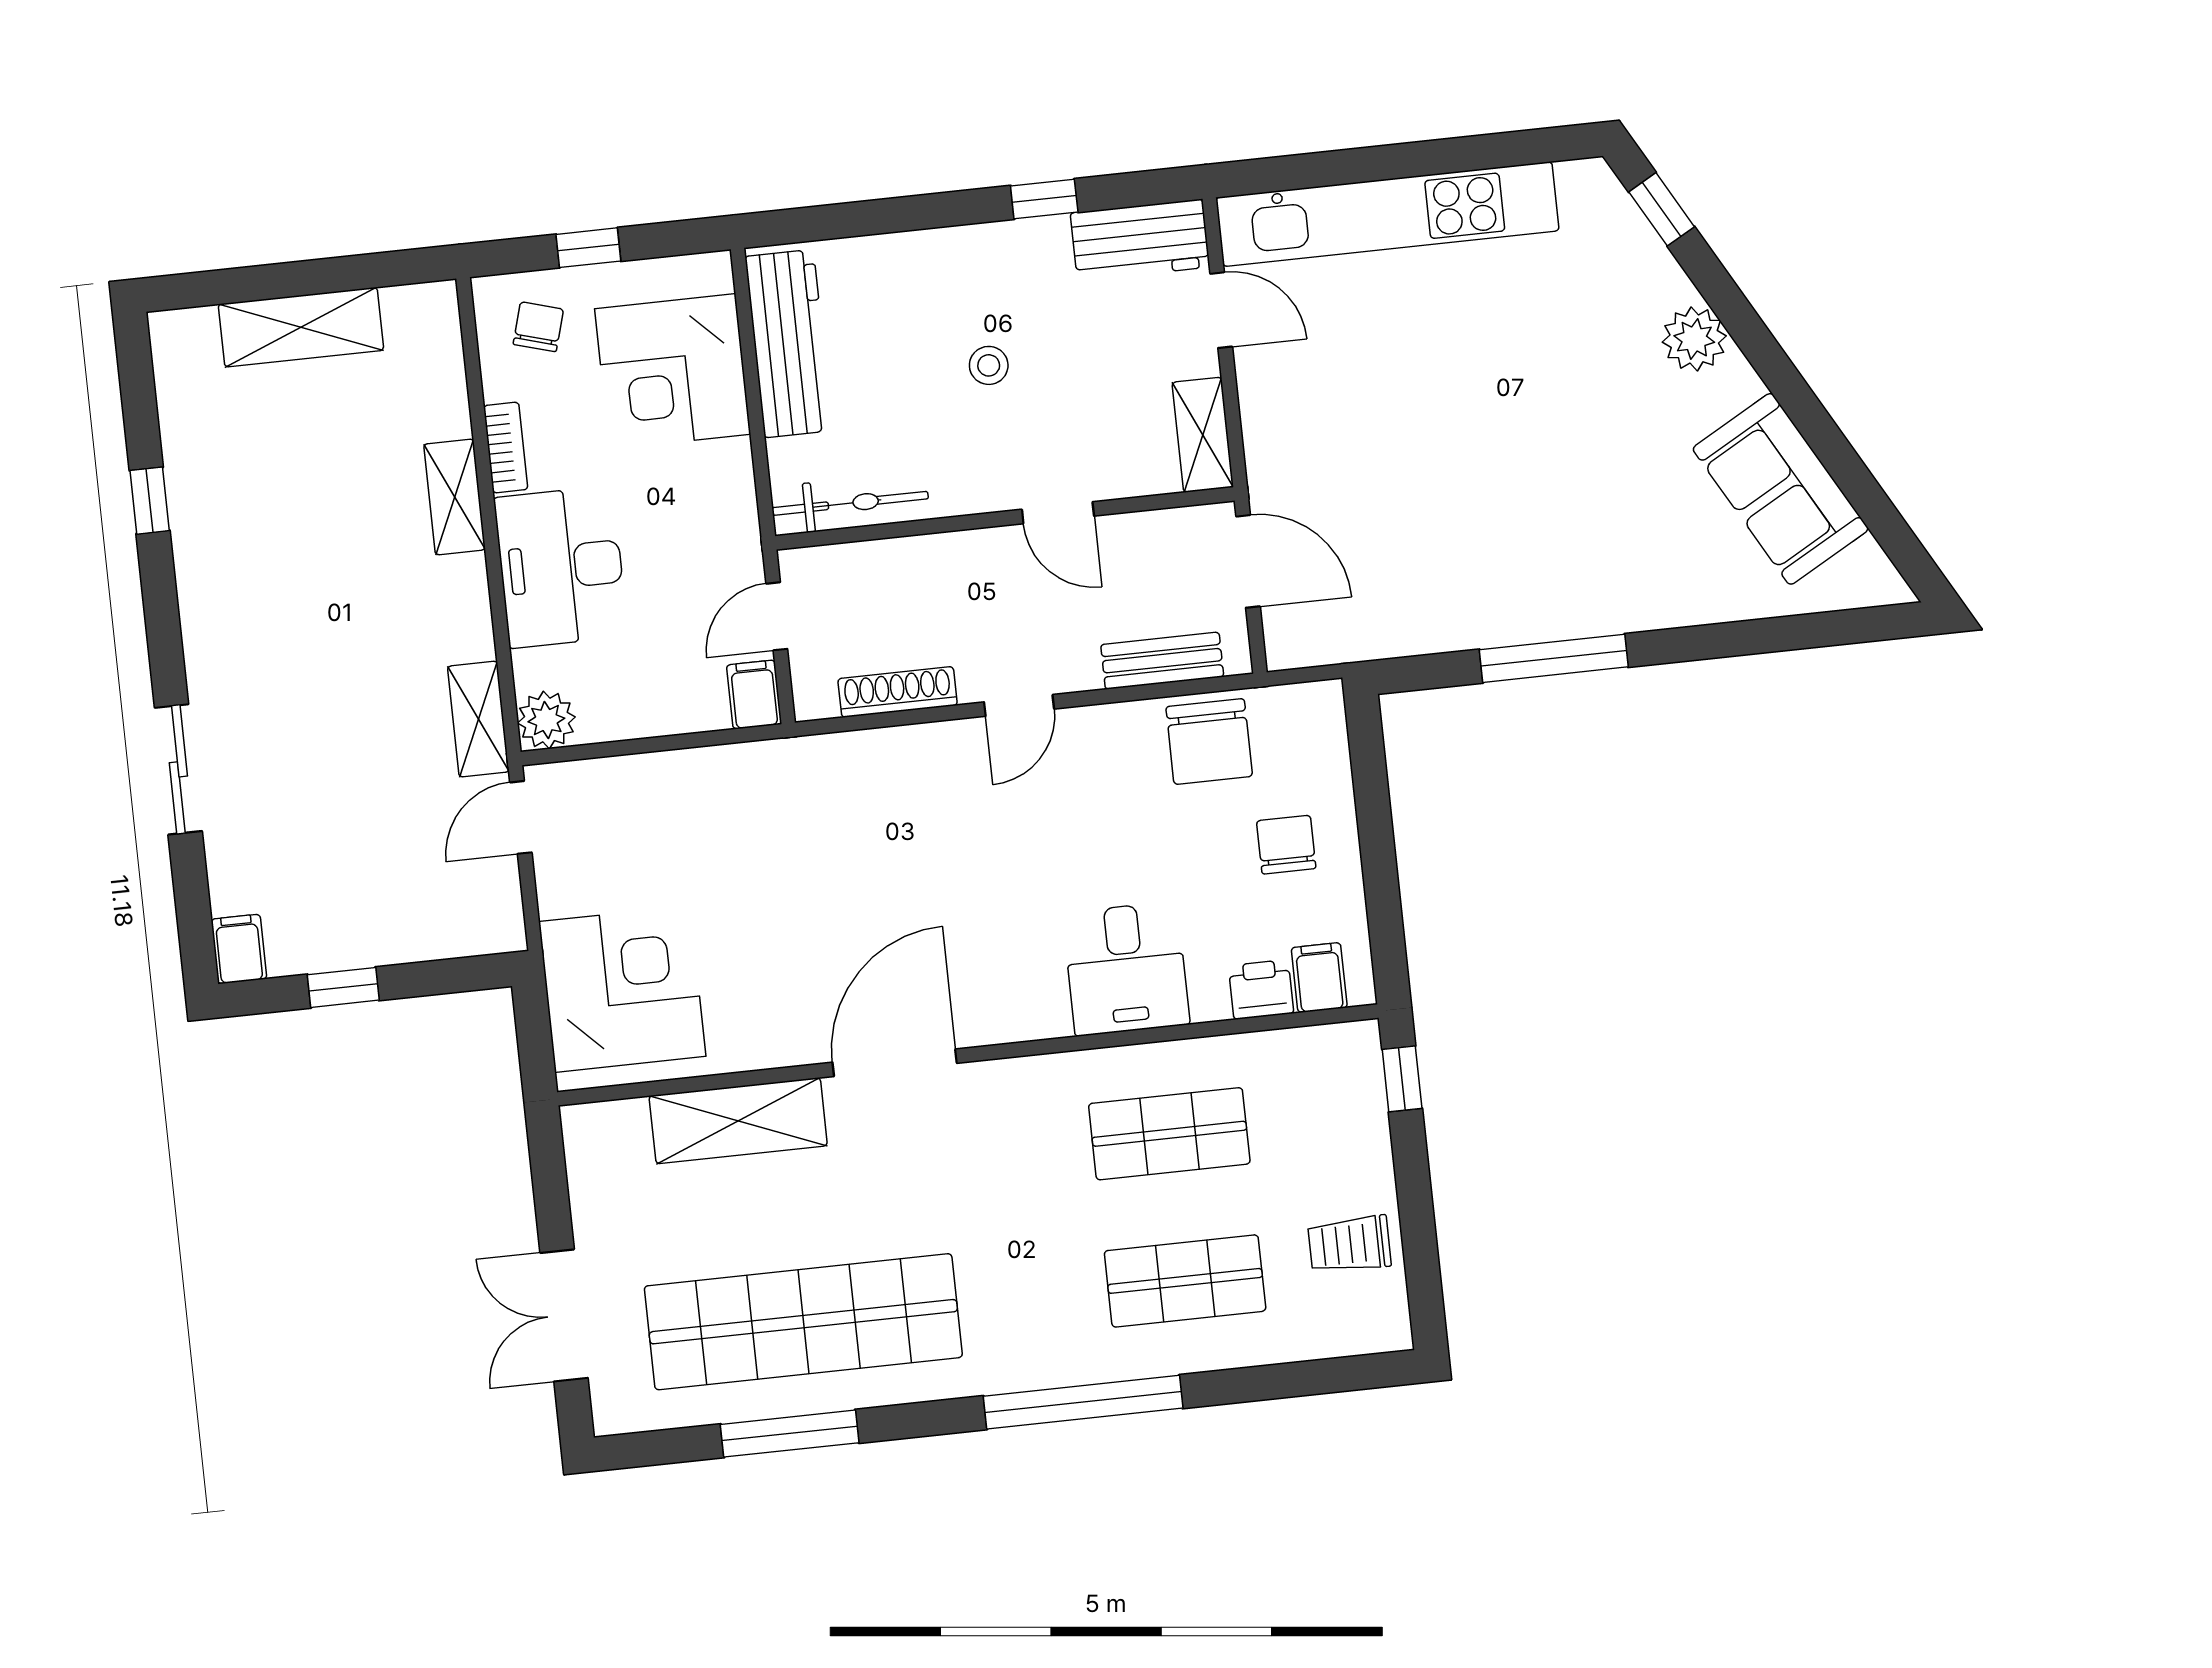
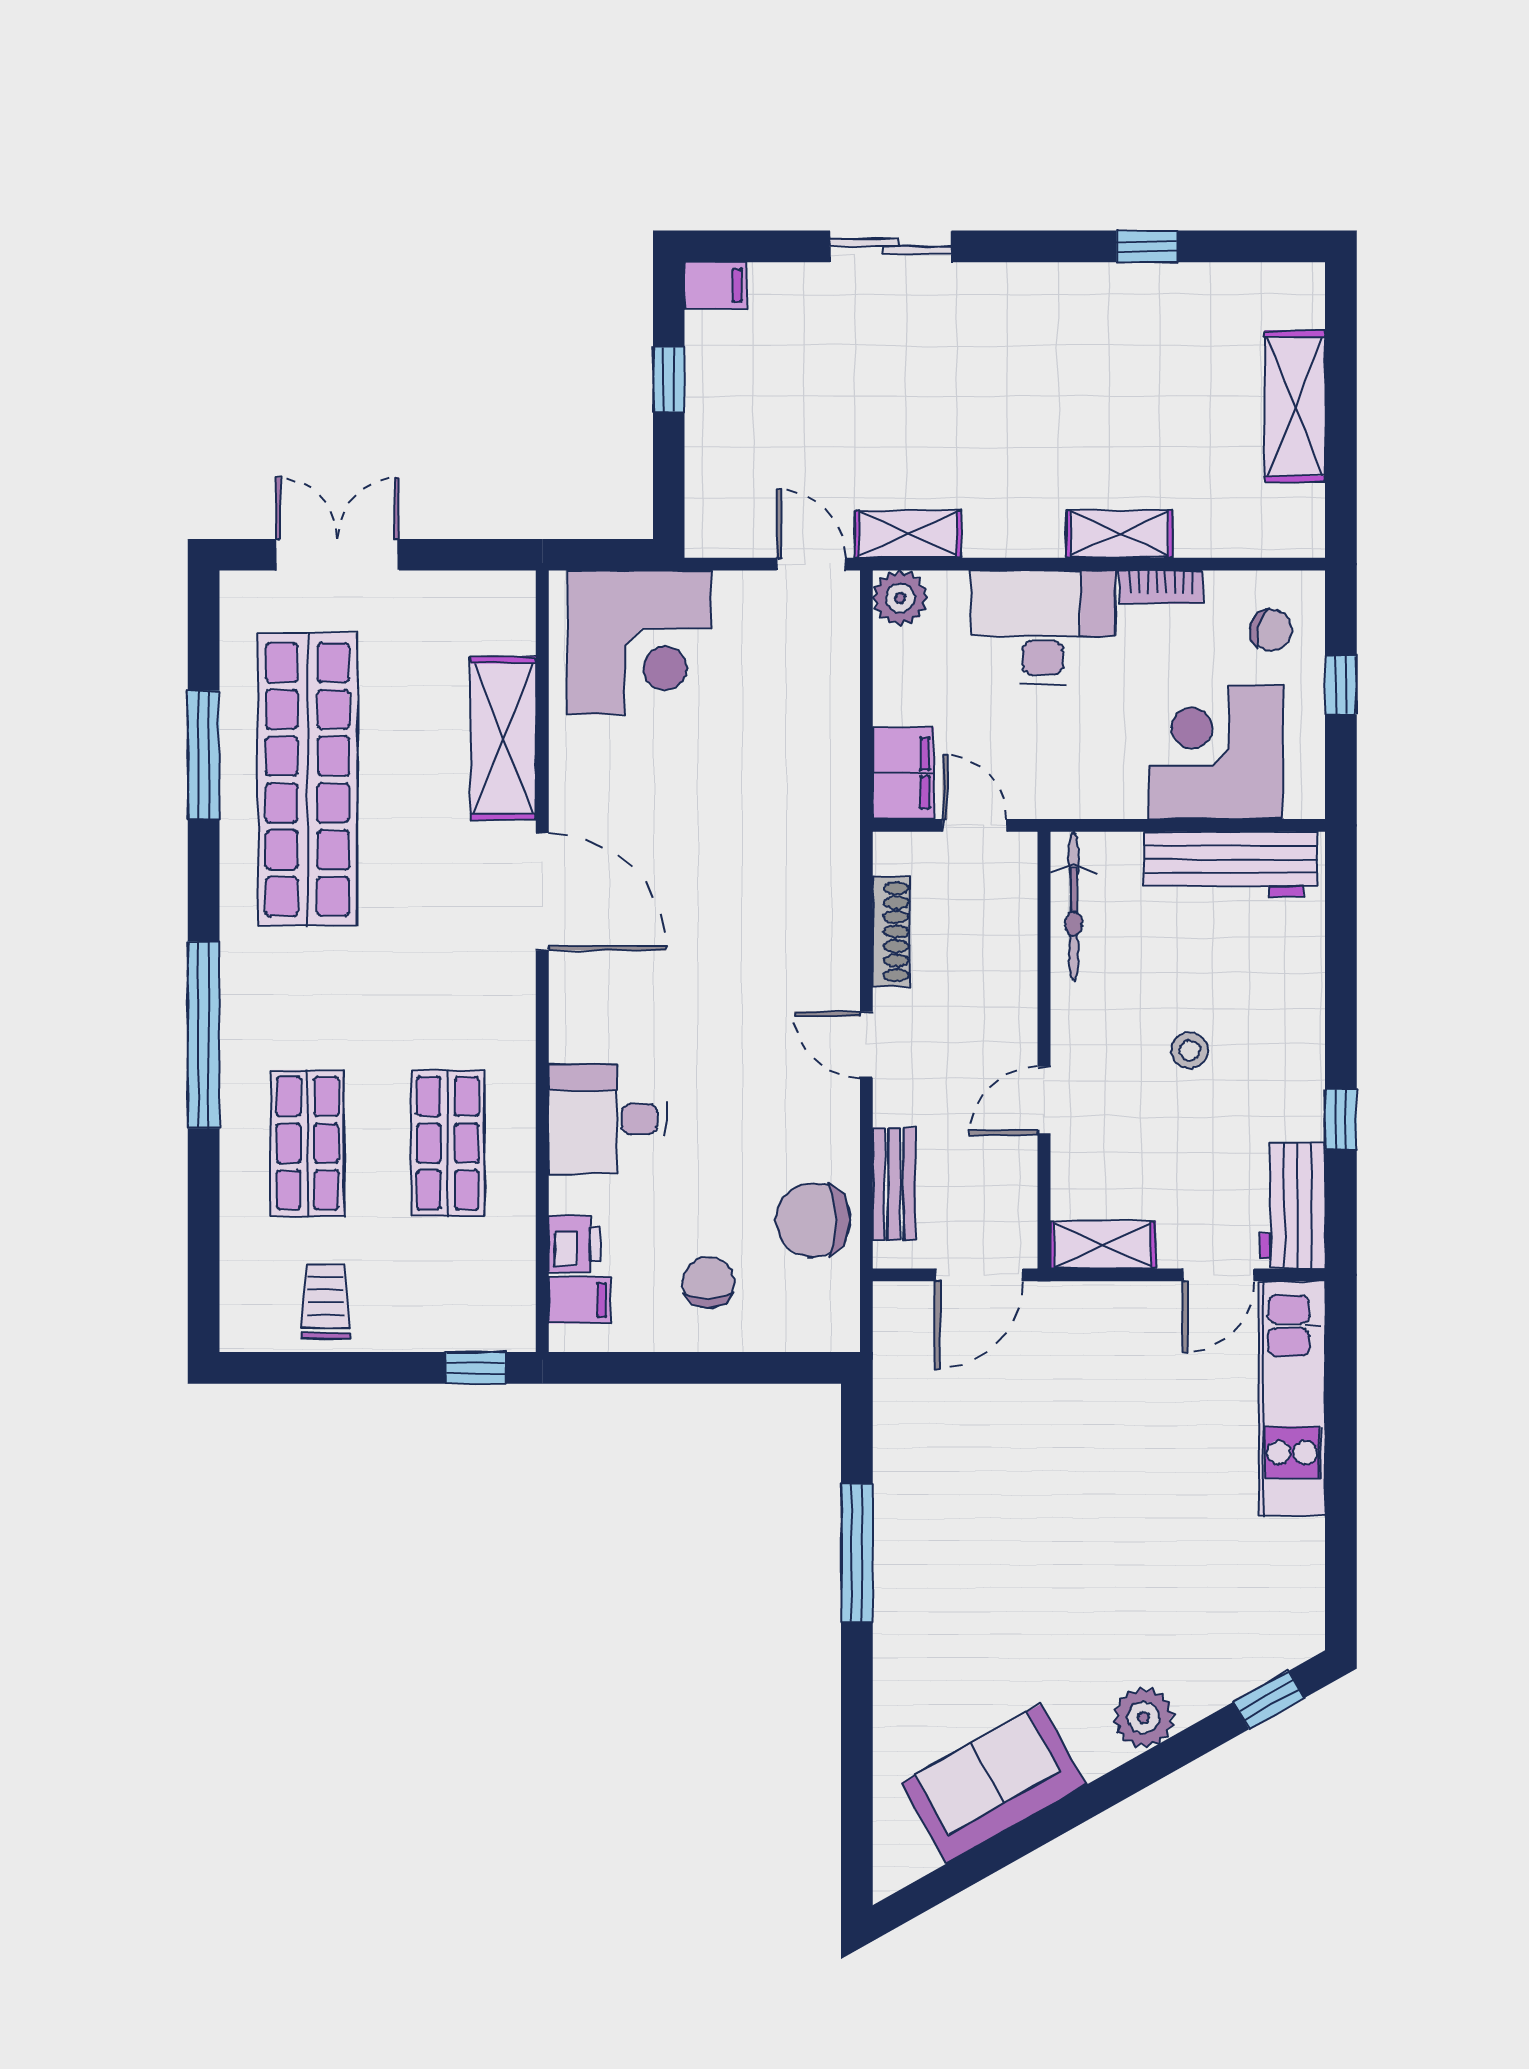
kitchen unit: (1387, 214) -> (1292, 1399), width x0.73
filing cabinet: (754, 695) -> (903, 773), width x2.00
chair: (1286, 845) -> (708, 1282), turned -90

